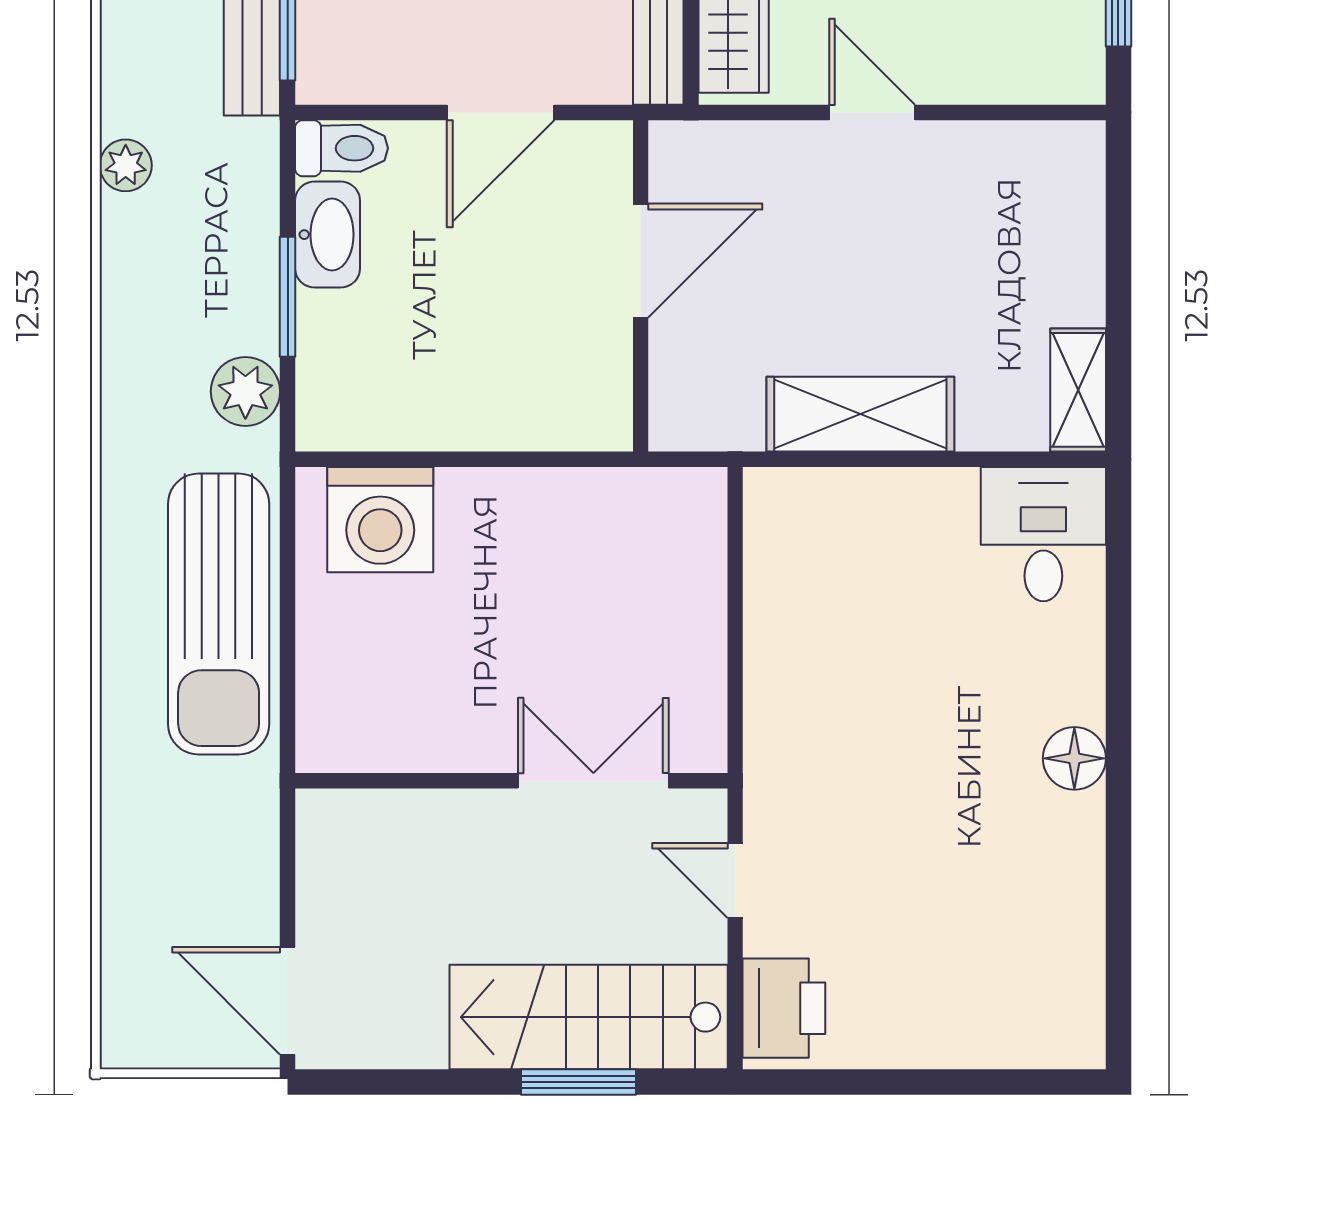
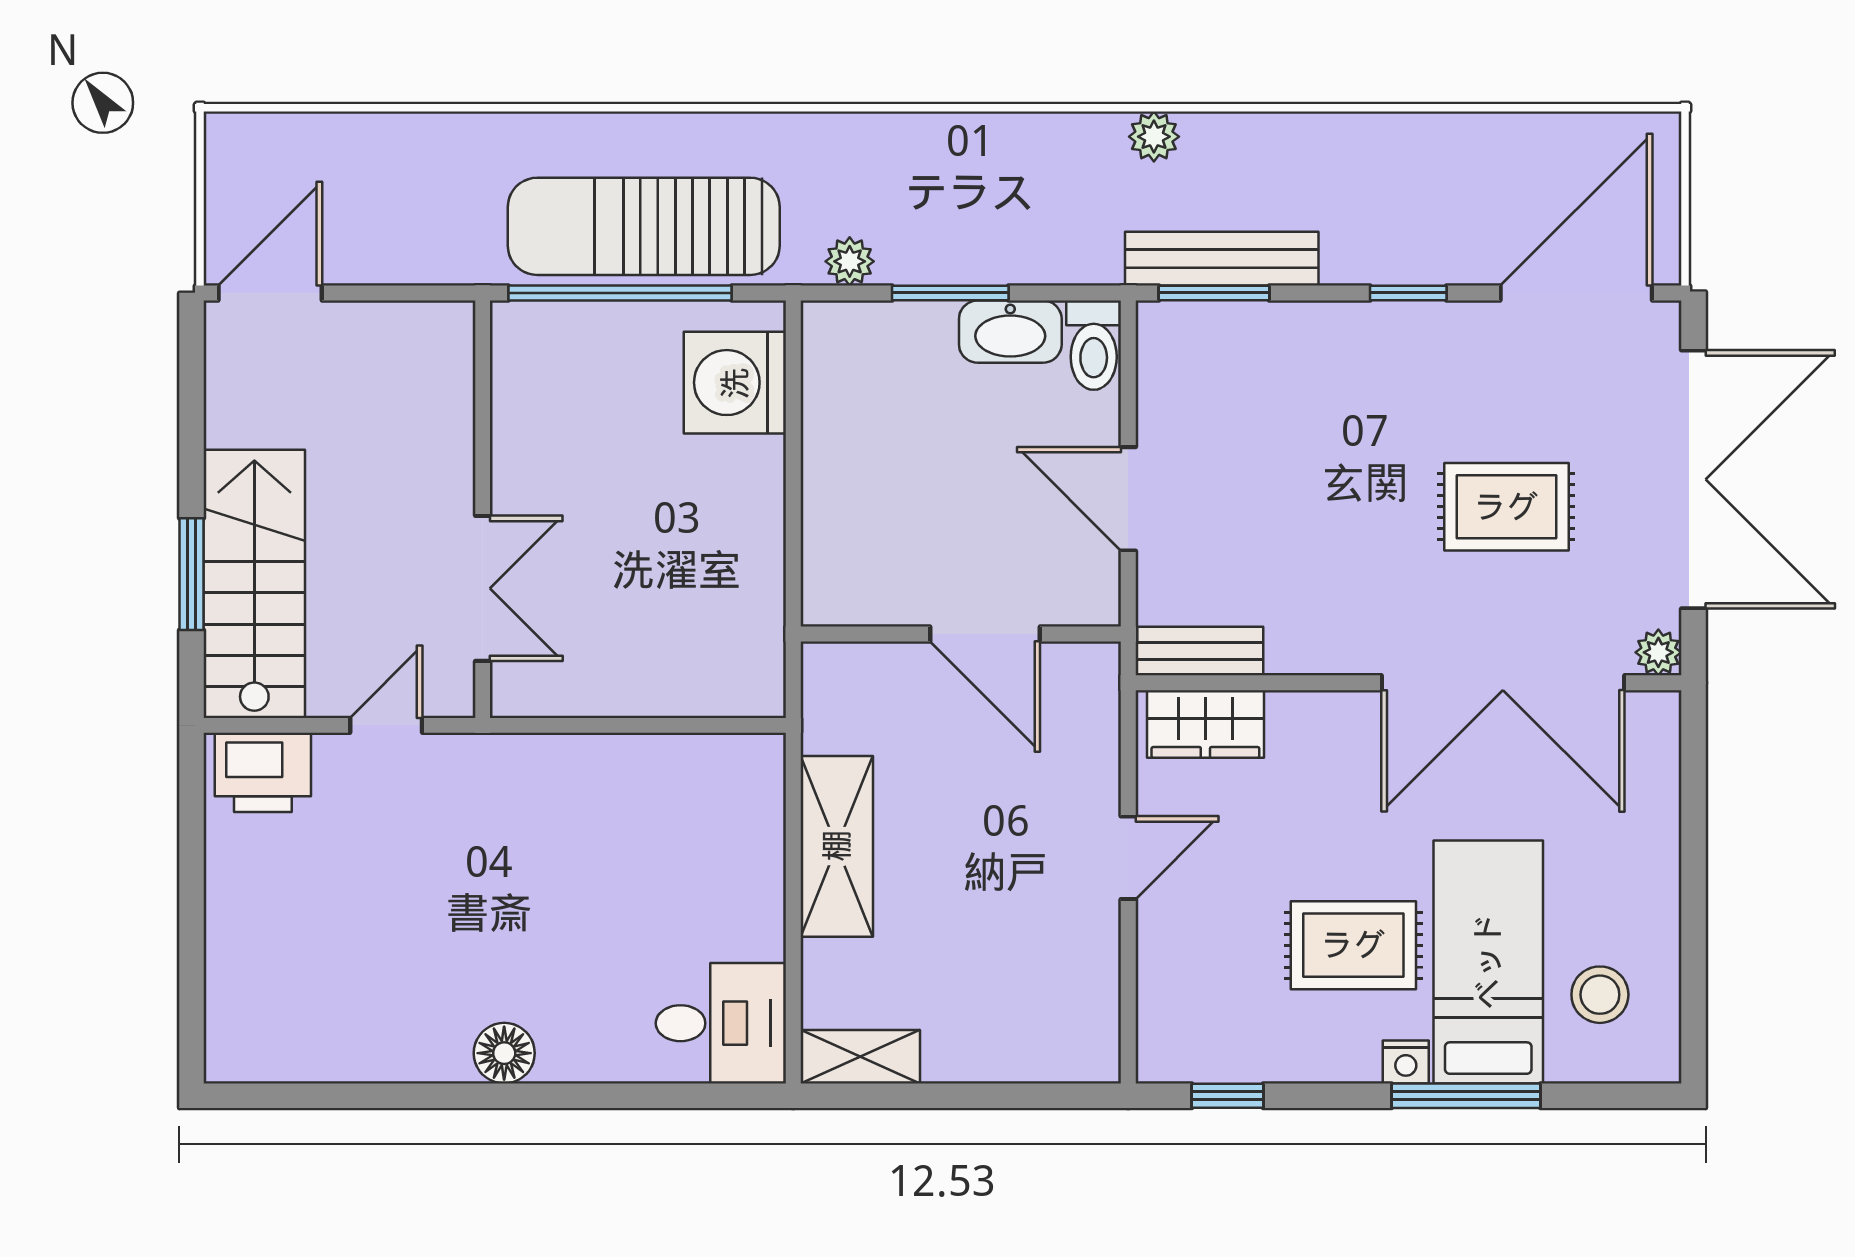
plant: (126, 165) -> (1154, 137), moved
plant: (245, 391) -> (850, 261), width x0.73, depth x0.73
window: (288, 639) -> (620, 293), added

